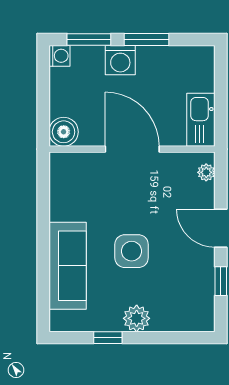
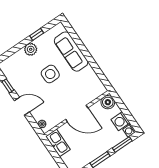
washing machine: (120, 60) -> (120, 121), moved, turned -90

